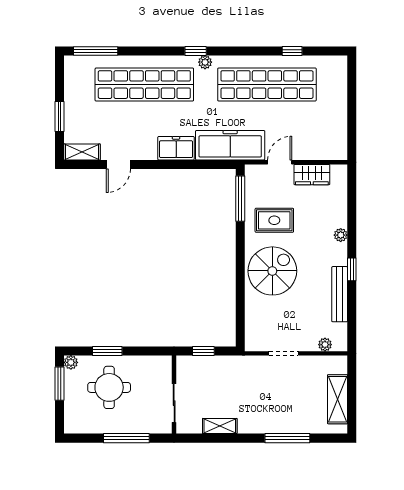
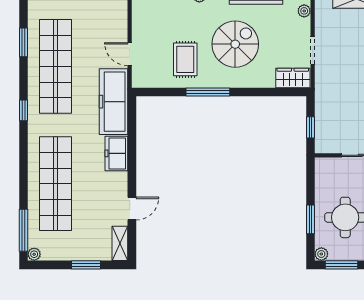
window: (196, 51) -> (23, 110), moved
window: (292, 51) -> (23, 42), width x1.50
plant: (205, 62) -> (34, 254), moved
door: (118, 164) -> (132, 209), hinge flipped
wardrobe: (312, 175) -> (293, 78), moved, turned -90
window: (240, 199) -> (208, 92), moved
spiral stairs: (272, 271) -> (235, 44), moved, turned 90

